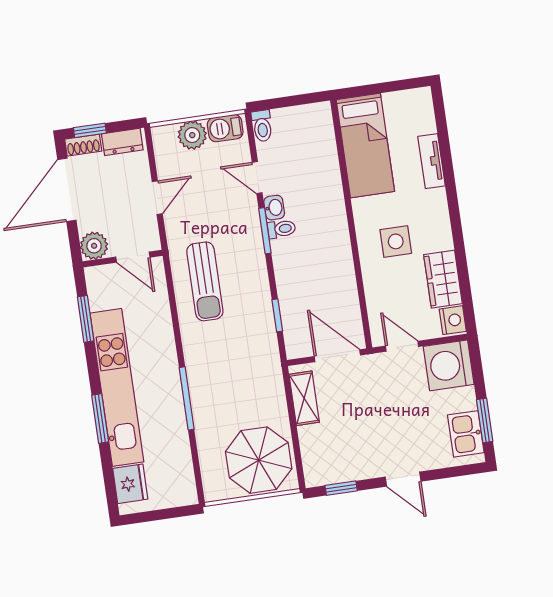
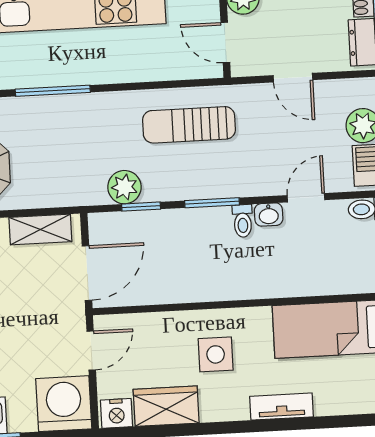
tv unit: (431, 161) -> (282, 407), moved
window: (265, 231) -> (212, 203), moved
door: (133, 257) -> (225, 42), hinge flipped
plant: (262, 331) -> (124, 187), added

